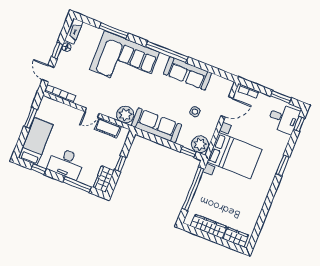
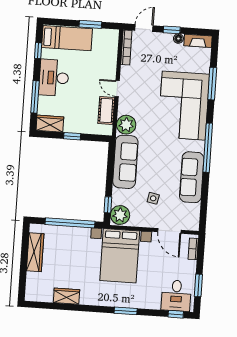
wardrobe: (236, 237) -> (66, 296), moved, turned -90

